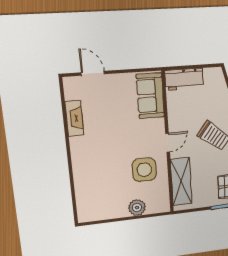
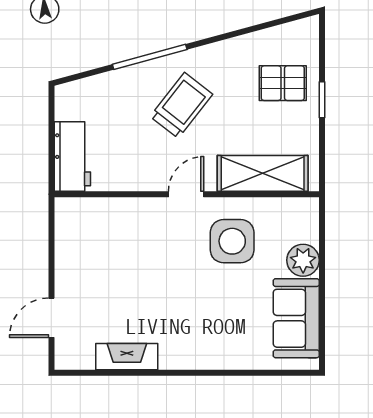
sofa: (150, 96) -> (296, 318), moved, turned 90
door: (168, 143) -> (186, 194), hinge flipped

